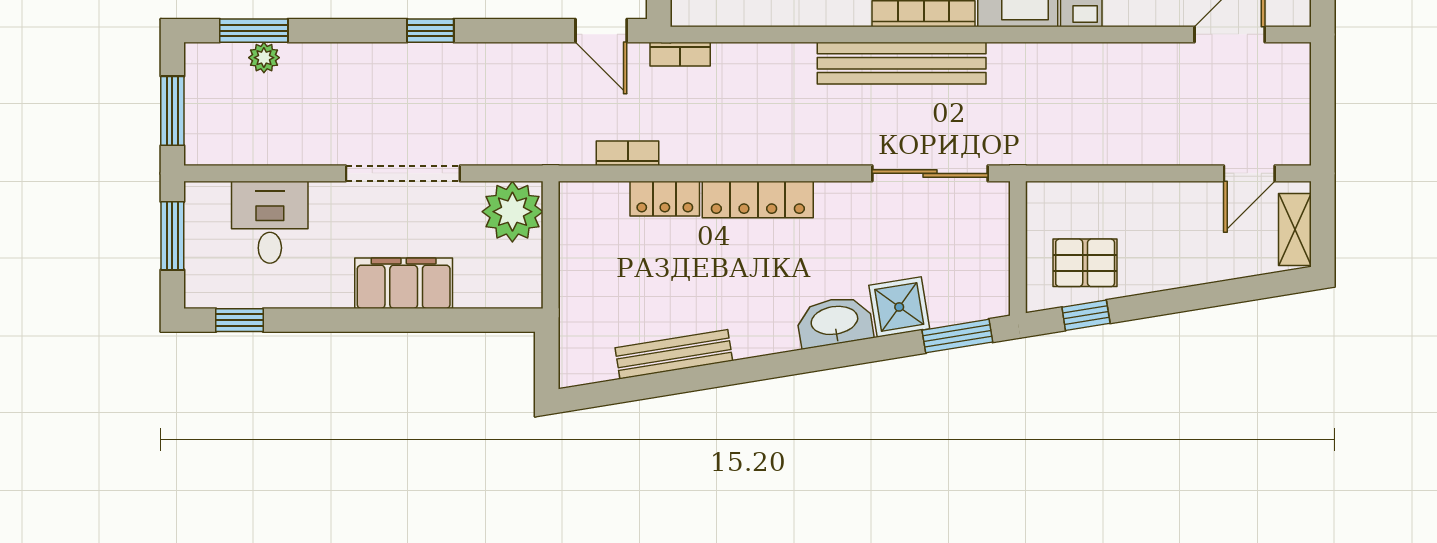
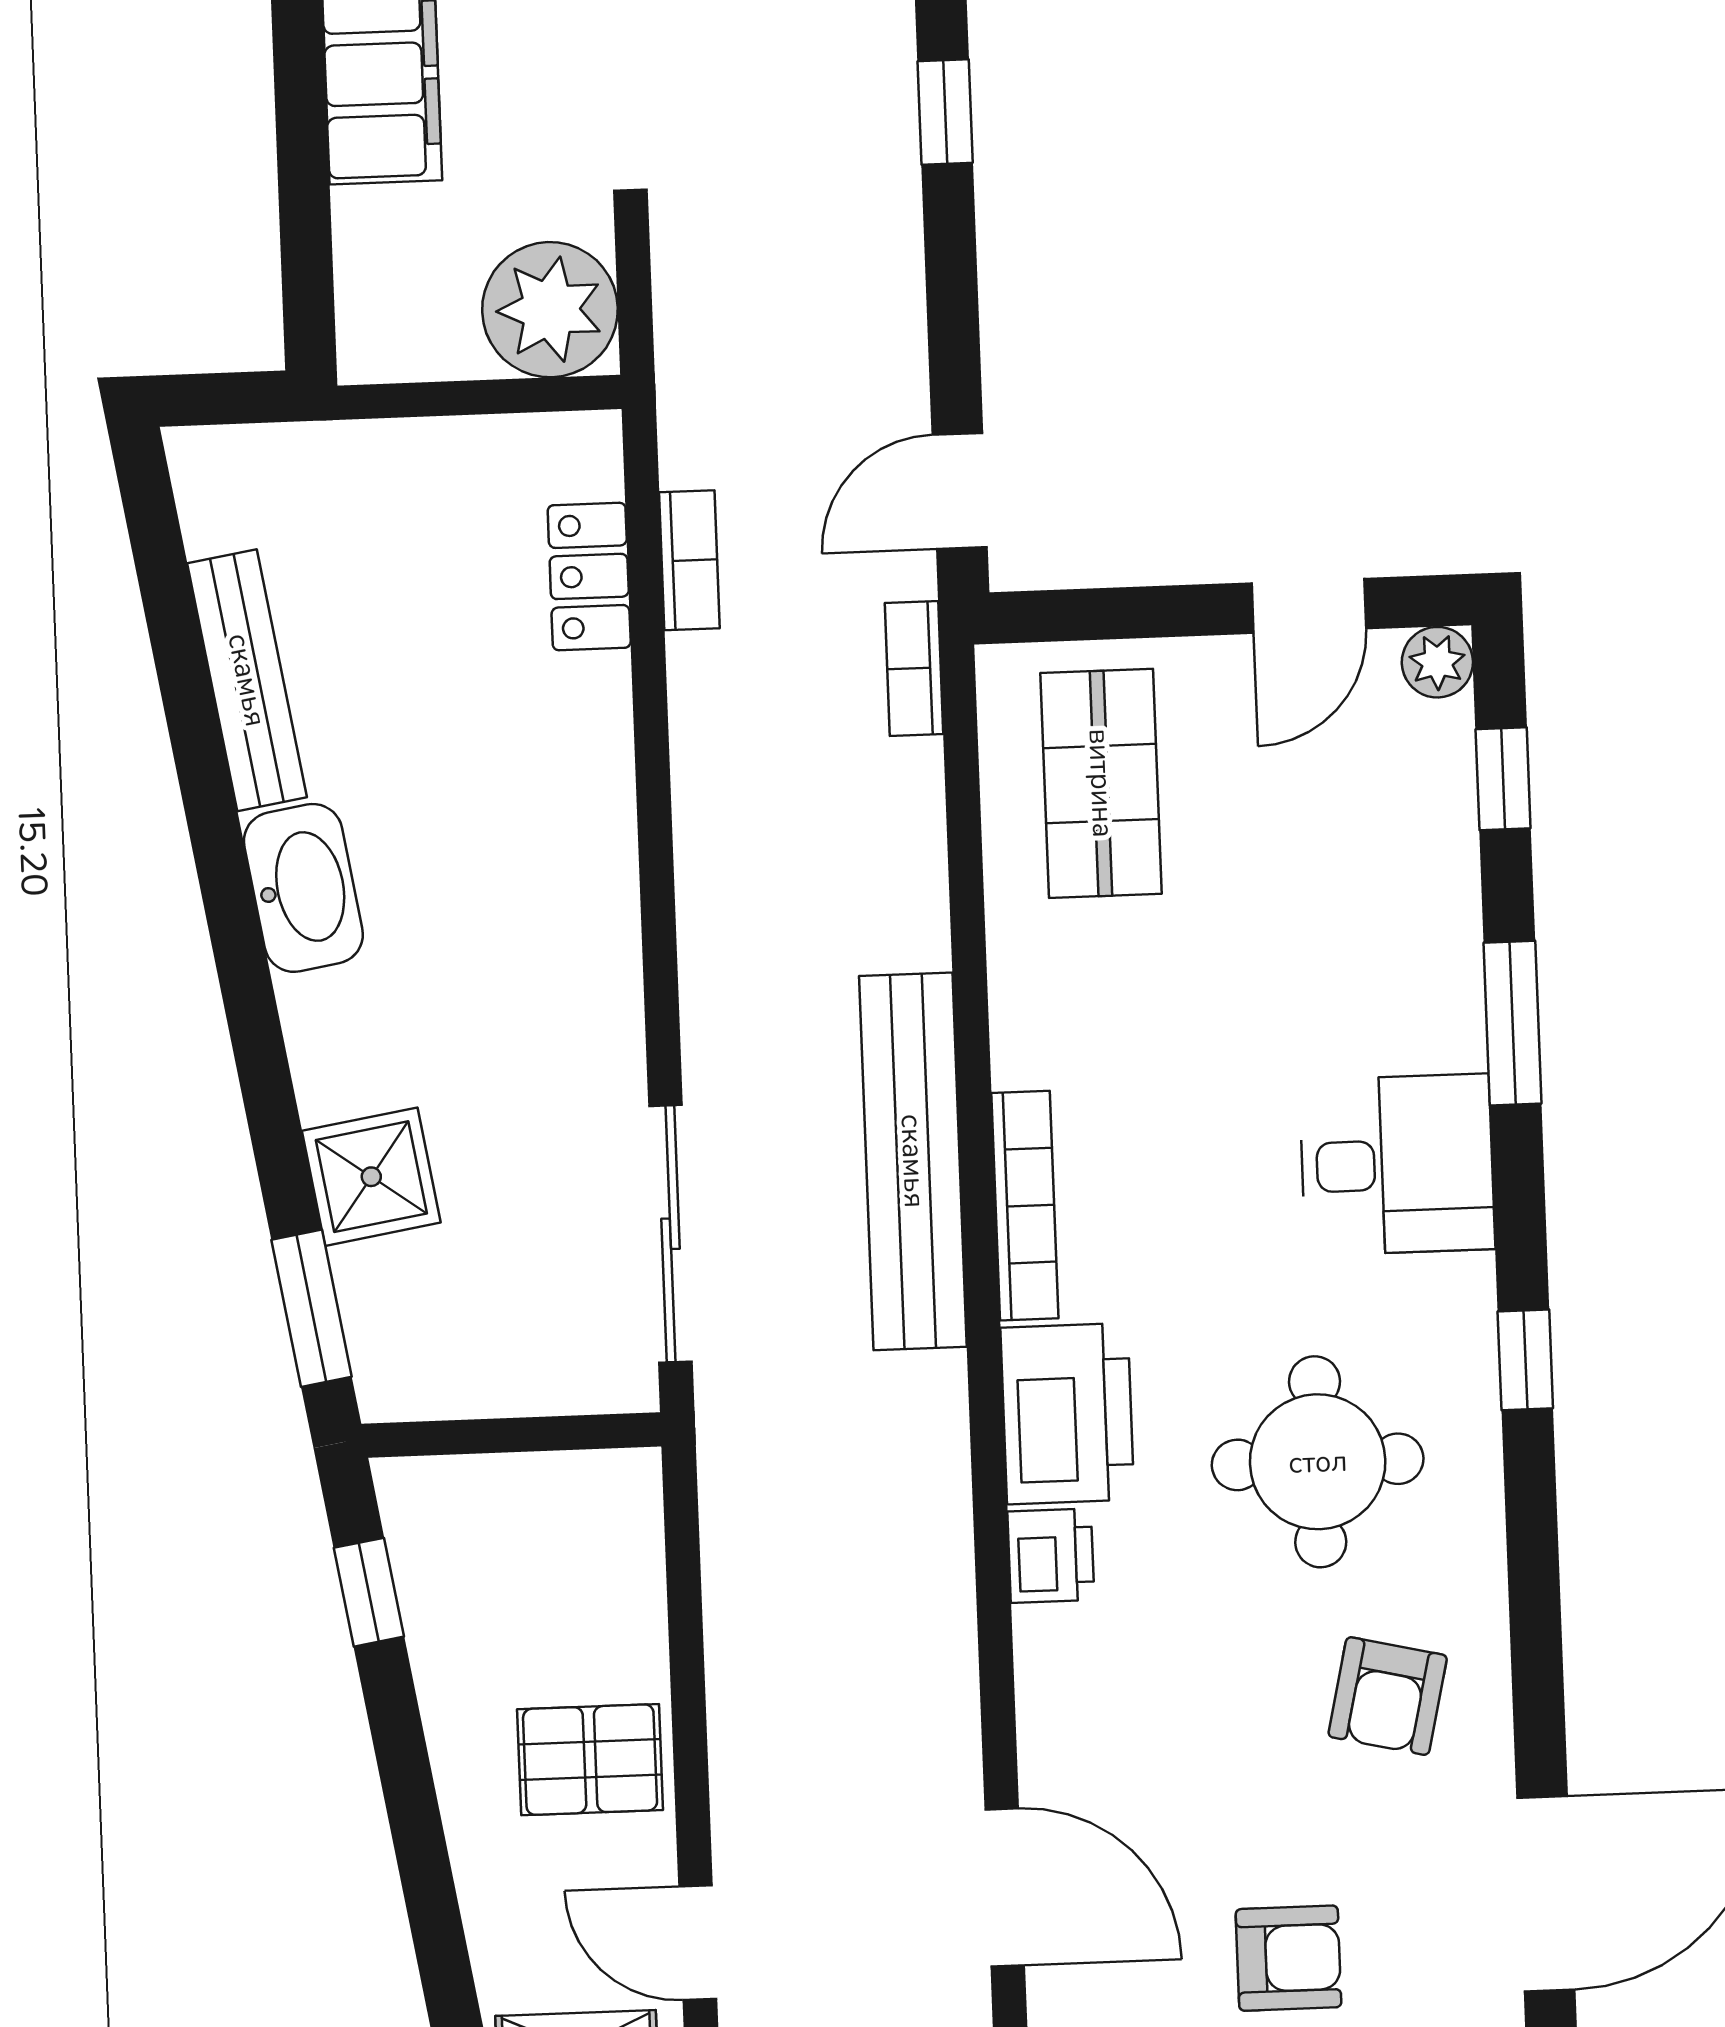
locker: (665, 199) -> (589, 576), moved
locker: (758, 199) -> (598, 854), removed
pallet: (1085, 263) -> (590, 1760), moved, turned 90
washbasin: (835, 322) -> (303, 888), moved

